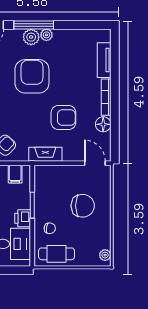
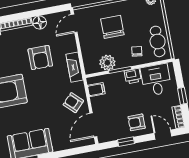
armchair: (63, 117) -> (40, 58), turned 180
plant: (43, 192) -> (107, 63), added

